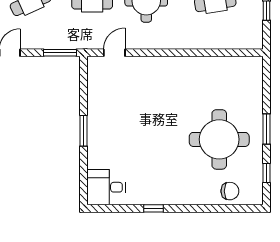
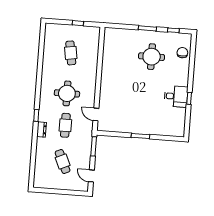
round table: (219, 139) -> (152, 57), width x0.73, depth x0.73
desk: (106, 187) -> (176, 96), moved, turned -90

